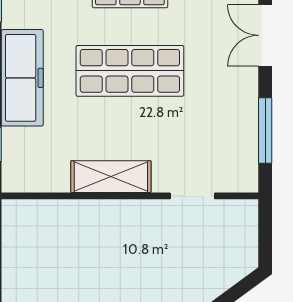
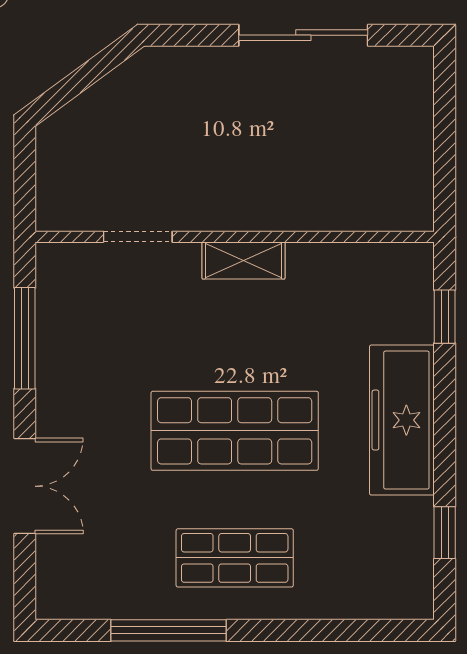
shelving: (111, 177) -> (243, 260), width x0.67, depth x0.75

